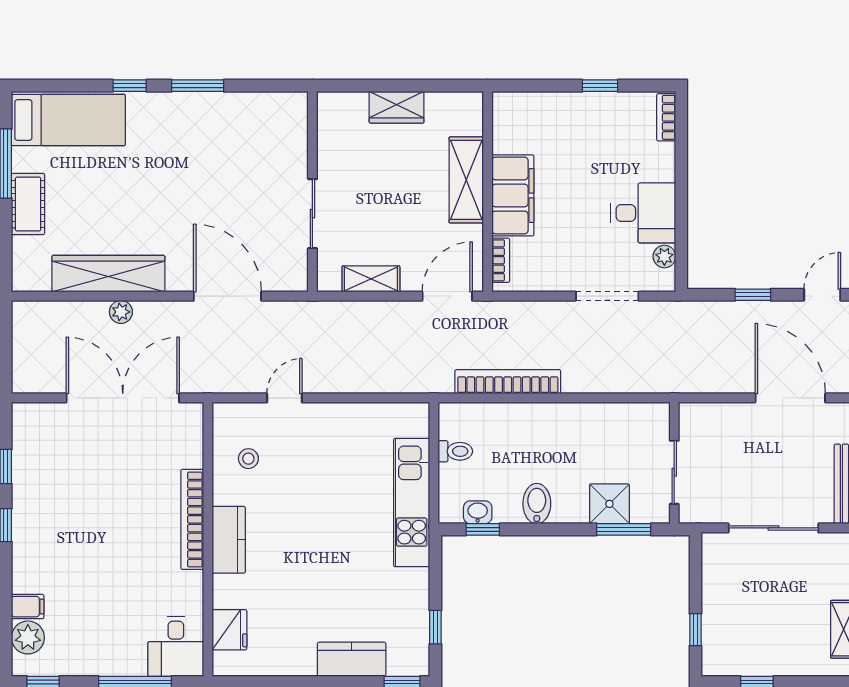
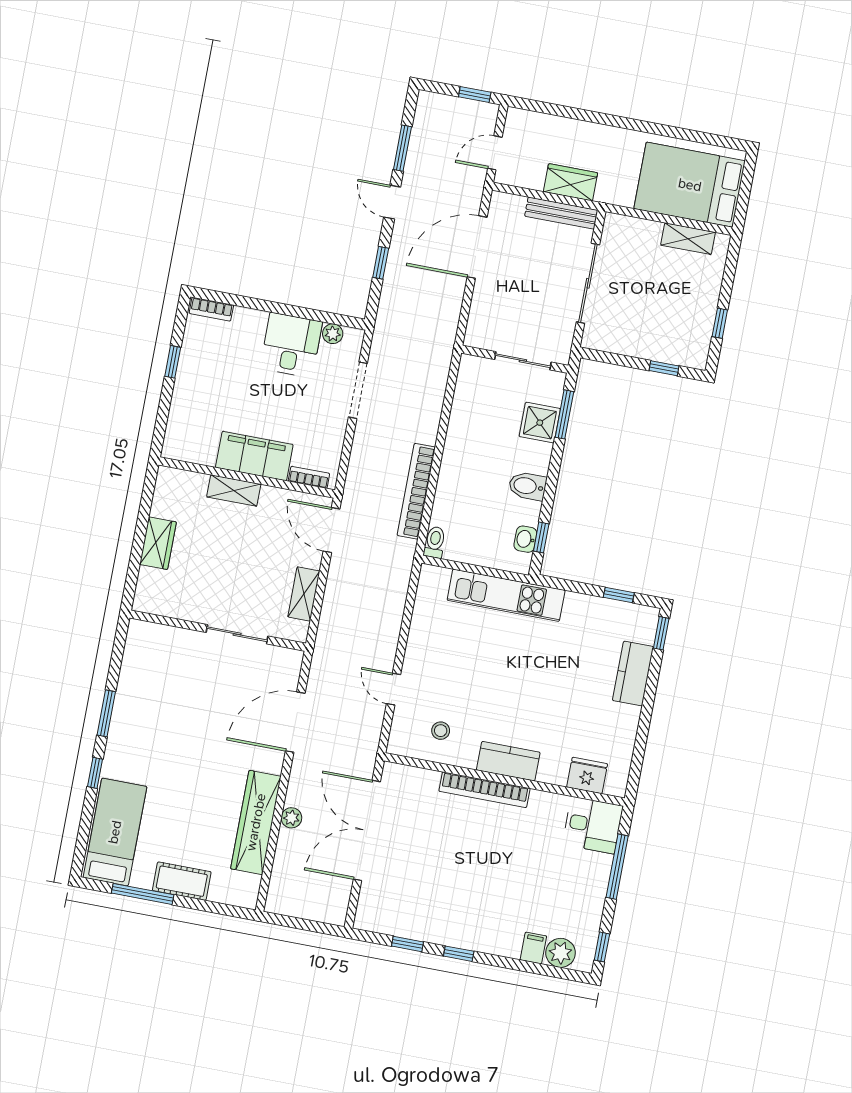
shelving: (466, 180) -> (234, 490), width x0.67, depth x0.75
toilet: (455, 451) -> (435, 542), moved

